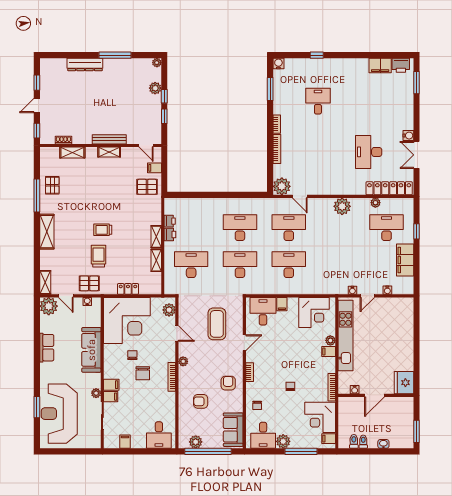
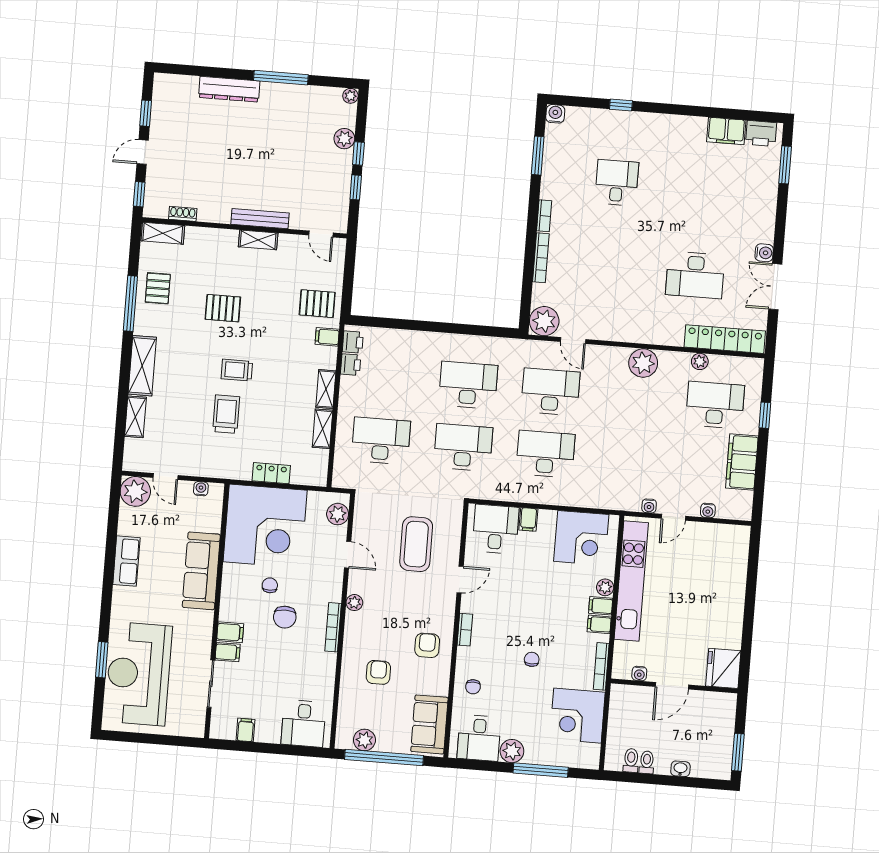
desk: (369, 152) -> (695, 275), turned -90
shelving: (72, 153) -> (163, 233), moved
filing cabinet: (155, 168) -> (327, 337), moved
printer: (170, 234) -> (353, 342), moved
shelving: (45, 282) -> (135, 417), moved
pallet: (89, 283) -> (223, 308), moved
plant: (96, 393) -> (203, 644), removed
armchair: (201, 401) -> (378, 672), turned 90
filing cabinet: (329, 439) -> (599, 624), moved

